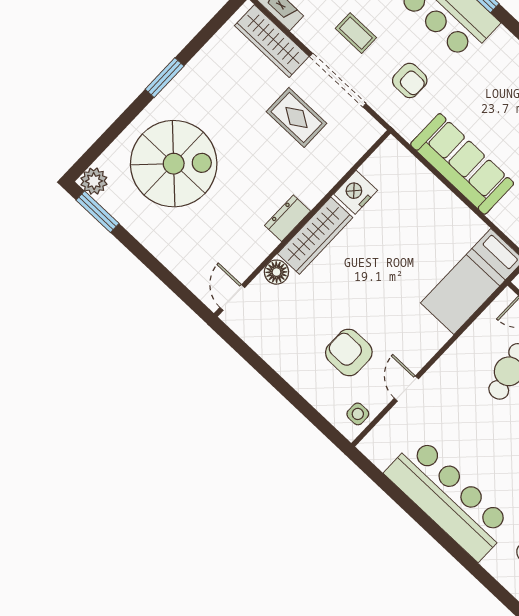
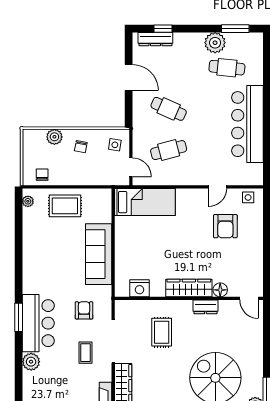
rug: (296, 117) -> (162, 332), moved
nightstand: (356, 192) -> (140, 288), moved
dresser: (288, 218) -> (205, 307), moved
door: (232, 298) -> (249, 298), hinge flipped

